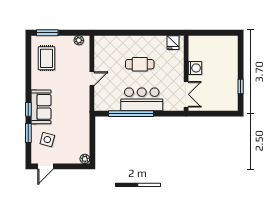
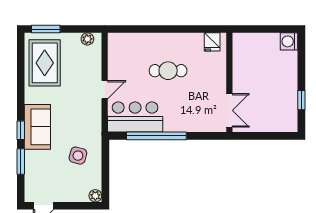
rug: (46, 58) -> (45, 63), width x1.36, depth x1.43
washing machine: (195, 68) -> (289, 41), moved, turned 180
bar counter: (142, 99) -> (135, 117), moved
side table: (47, 140) -> (78, 156), moved

